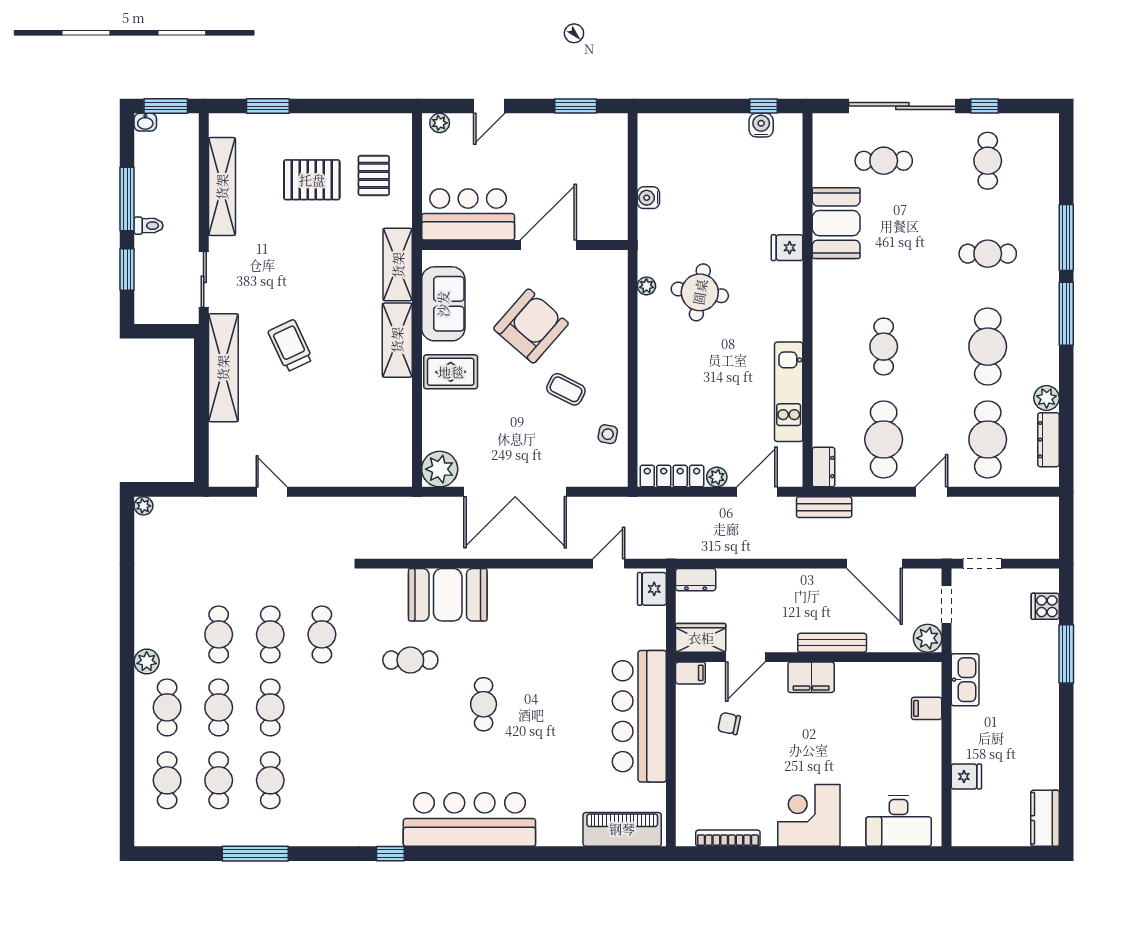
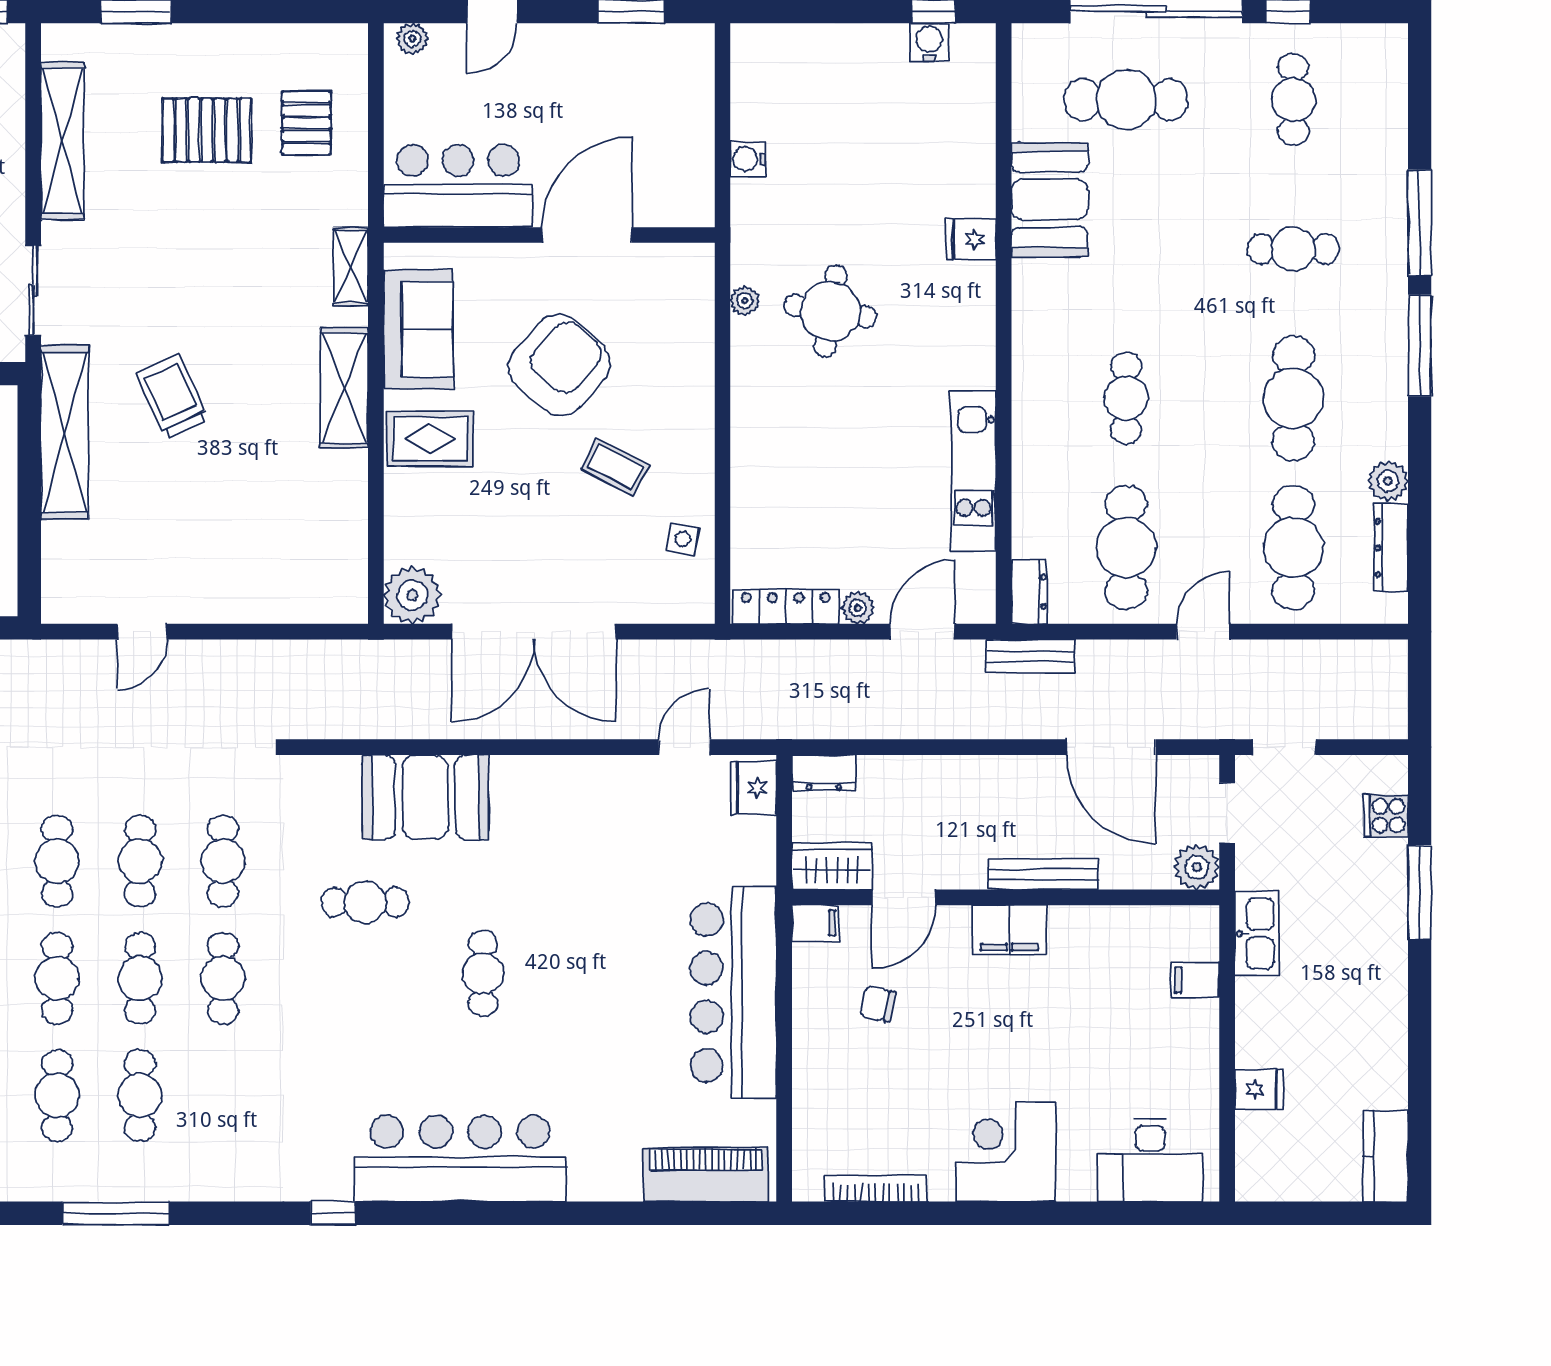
cafe table: (884, 161) -> (1126, 100), width x1.37, depth x1.35
shelving: (398, 265) -> (351, 266), width x0.67, depth x0.75
door: (272, 492) -> (142, 632), swing flipped
cafe table: (322, 707) -> (223, 978), added

